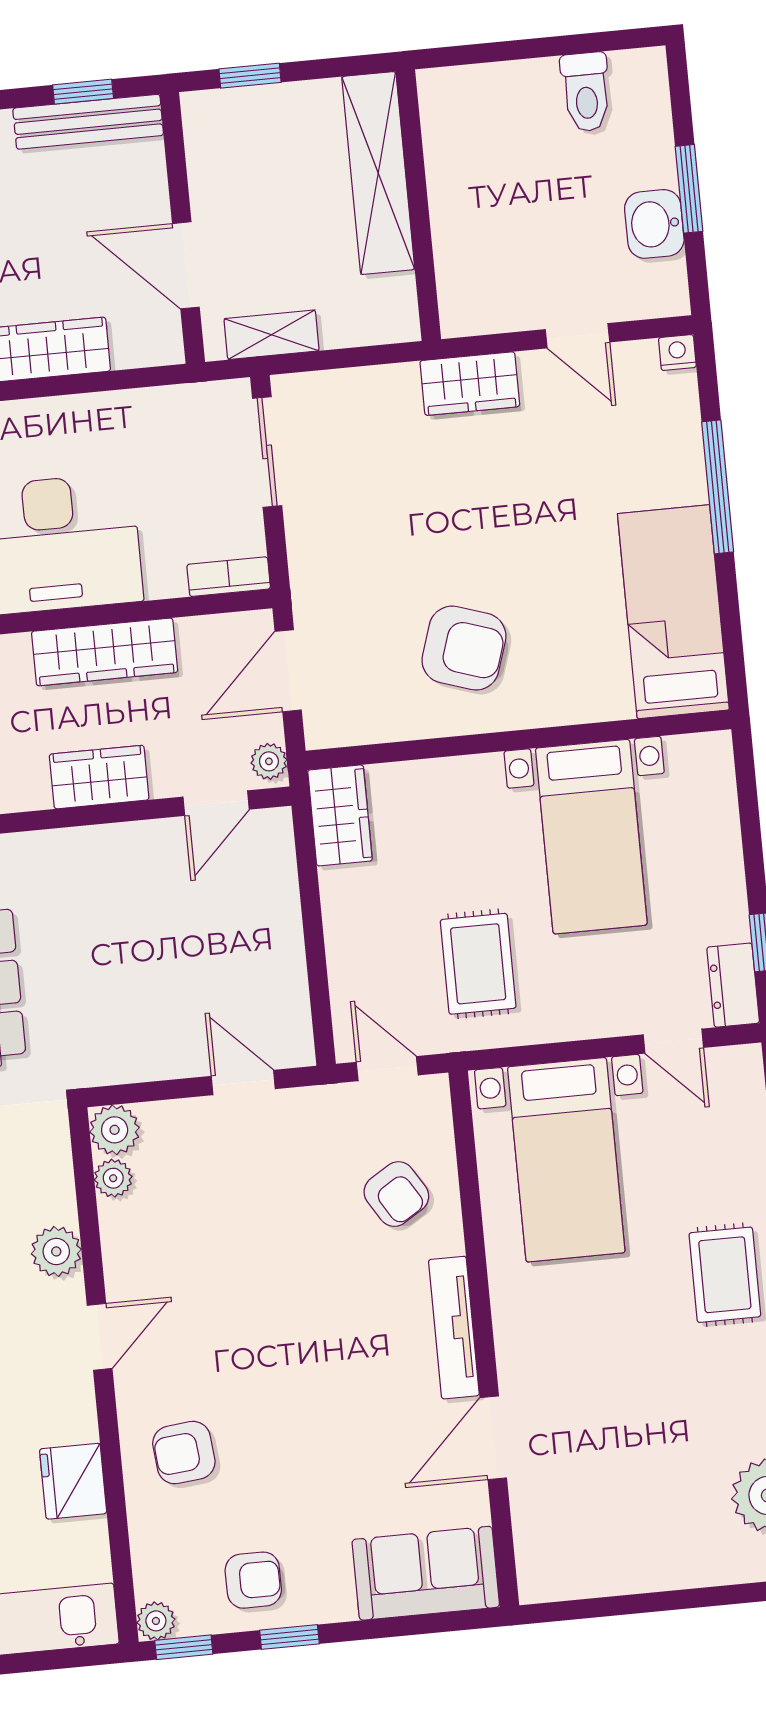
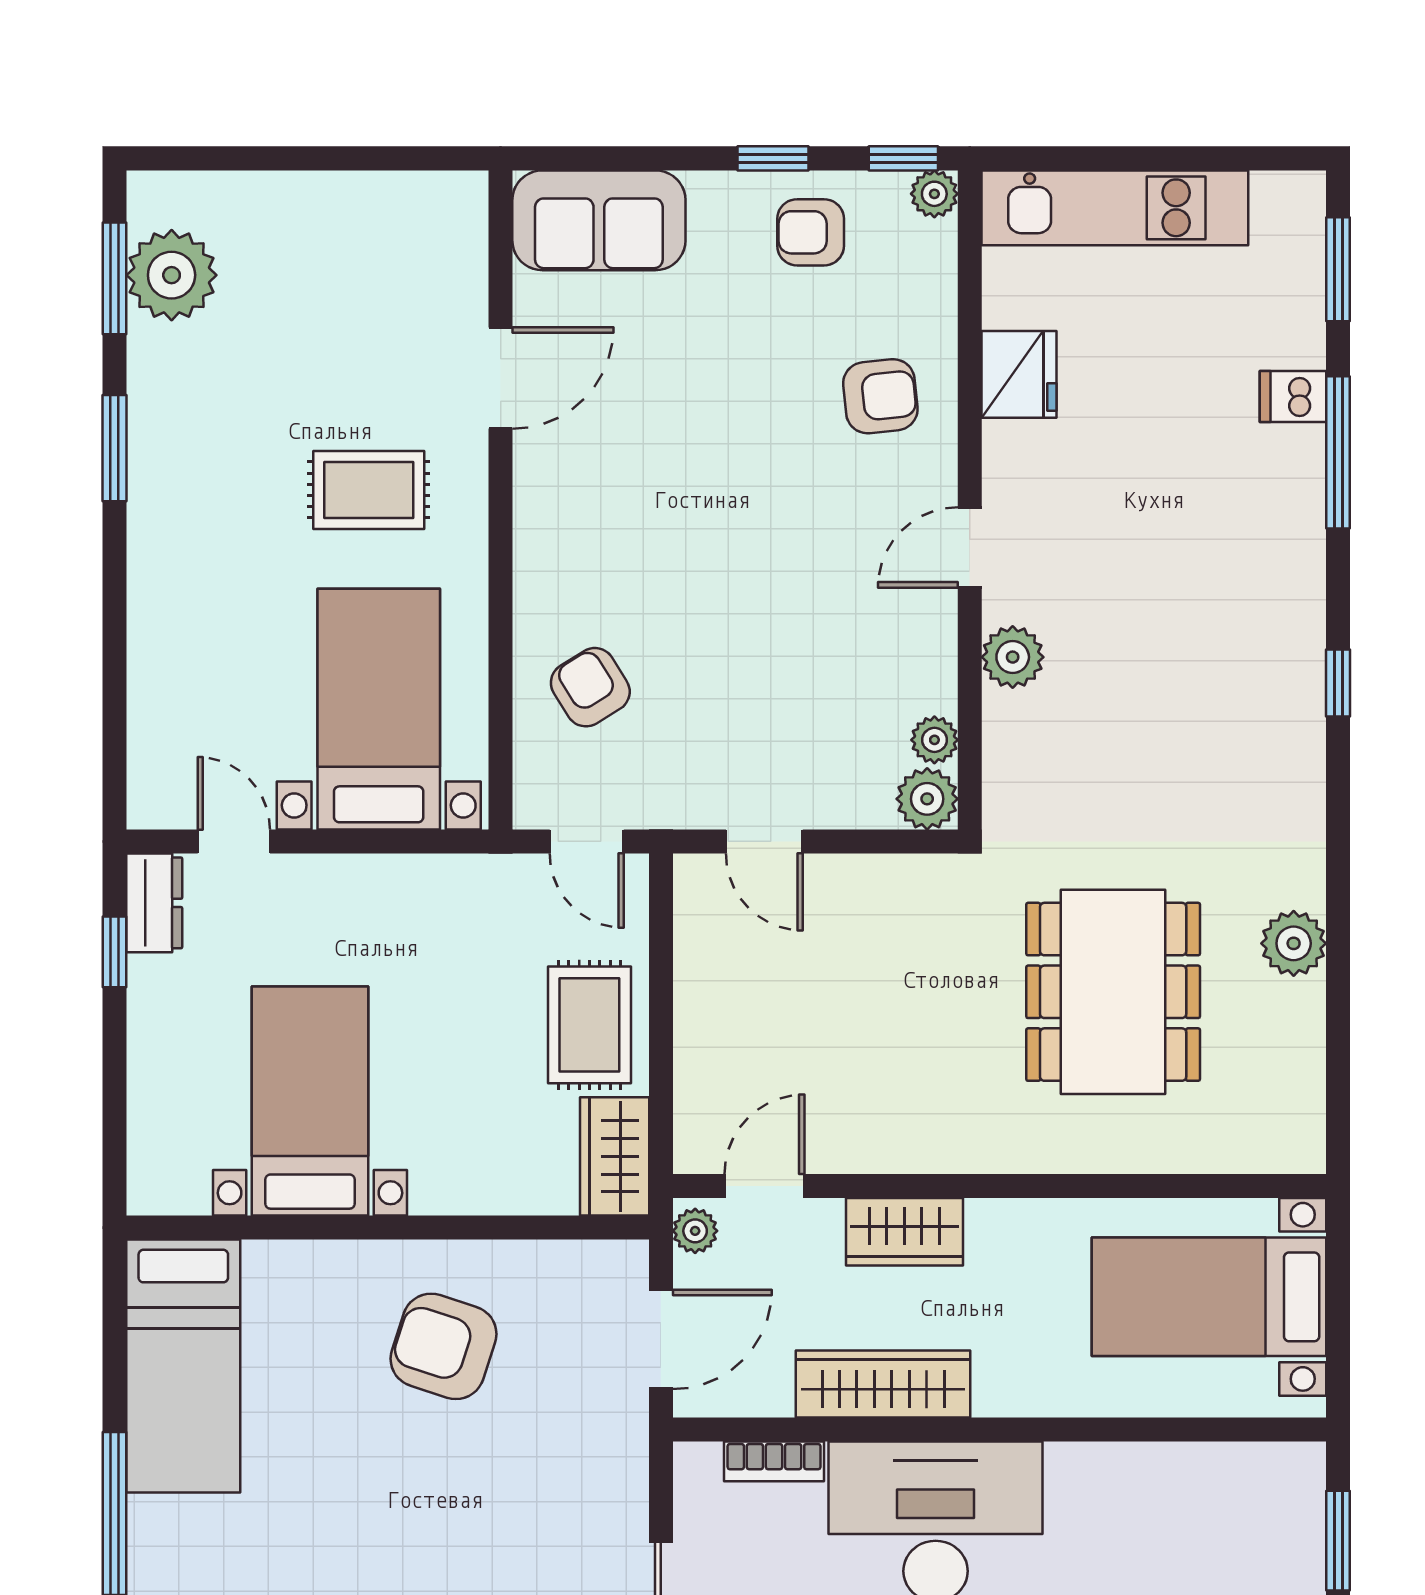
bookcase: (229, 577) -> (774, 1461), moved
rug: (478, 964) -> (589, 1025), moved
rug: (725, 1275) -> (369, 490), moved, turned 90
tv unit: (454, 1328) -> (536, 517), removed

